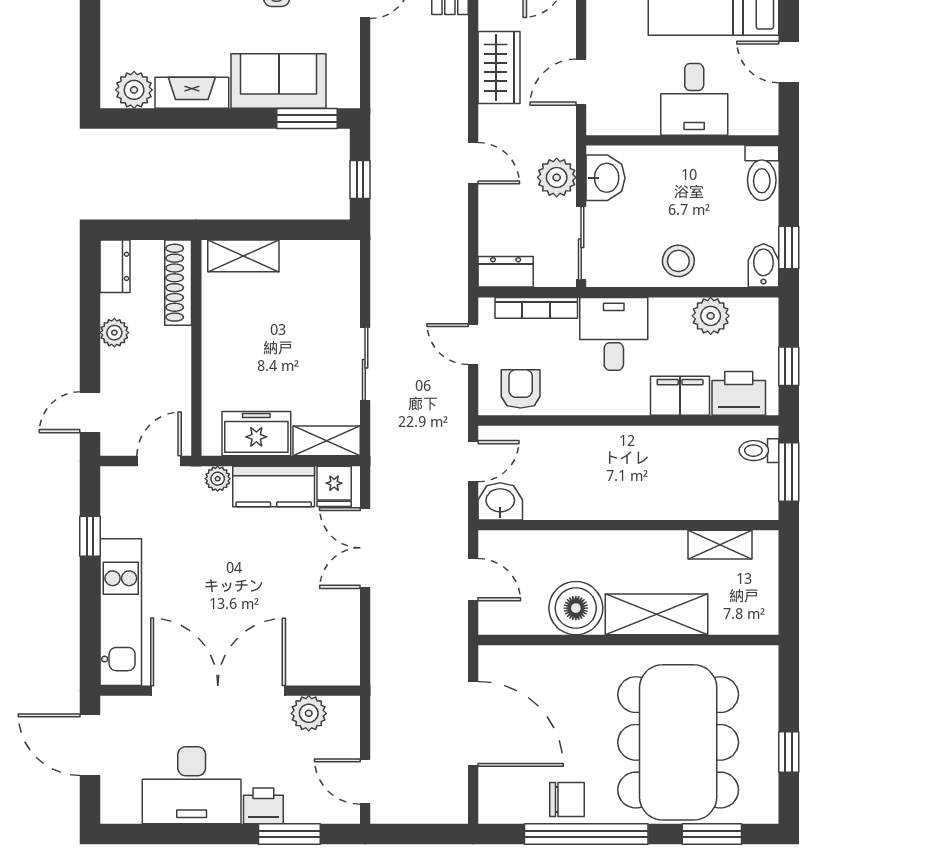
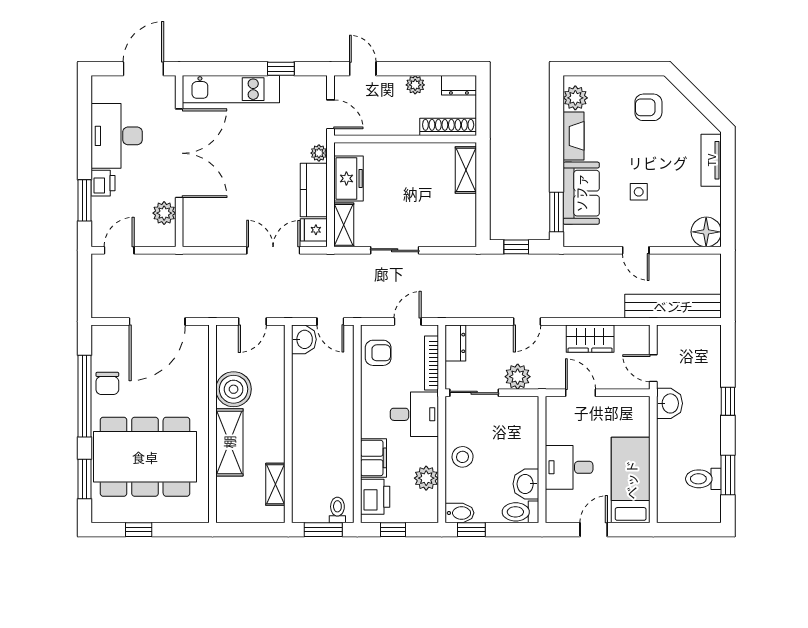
washbasin: (605, 178) -> (526, 484), moved, turned 90

